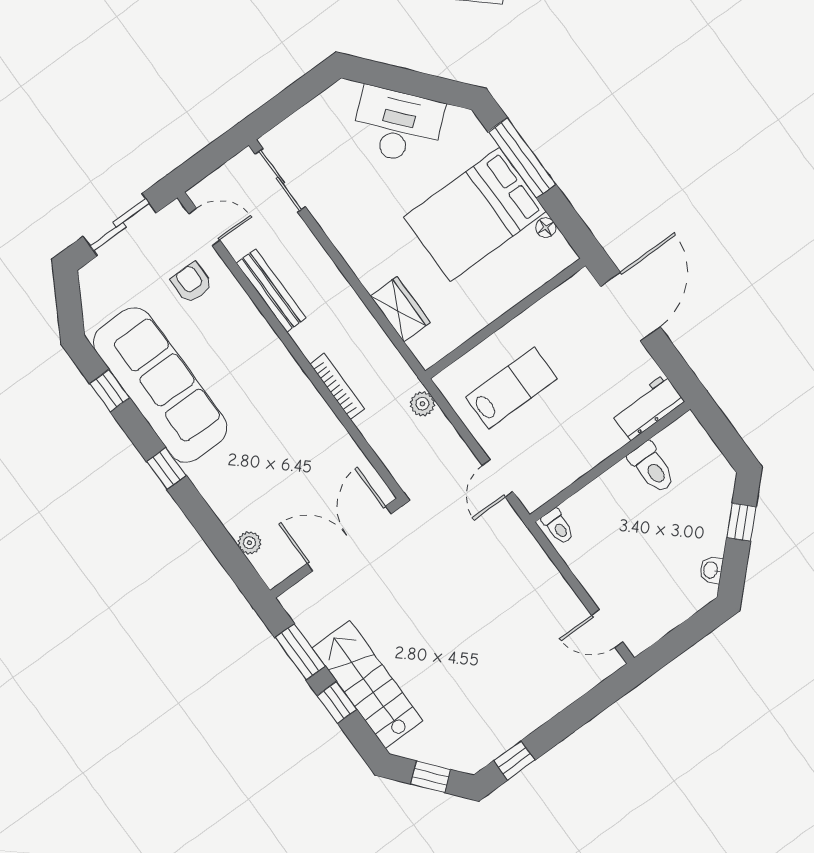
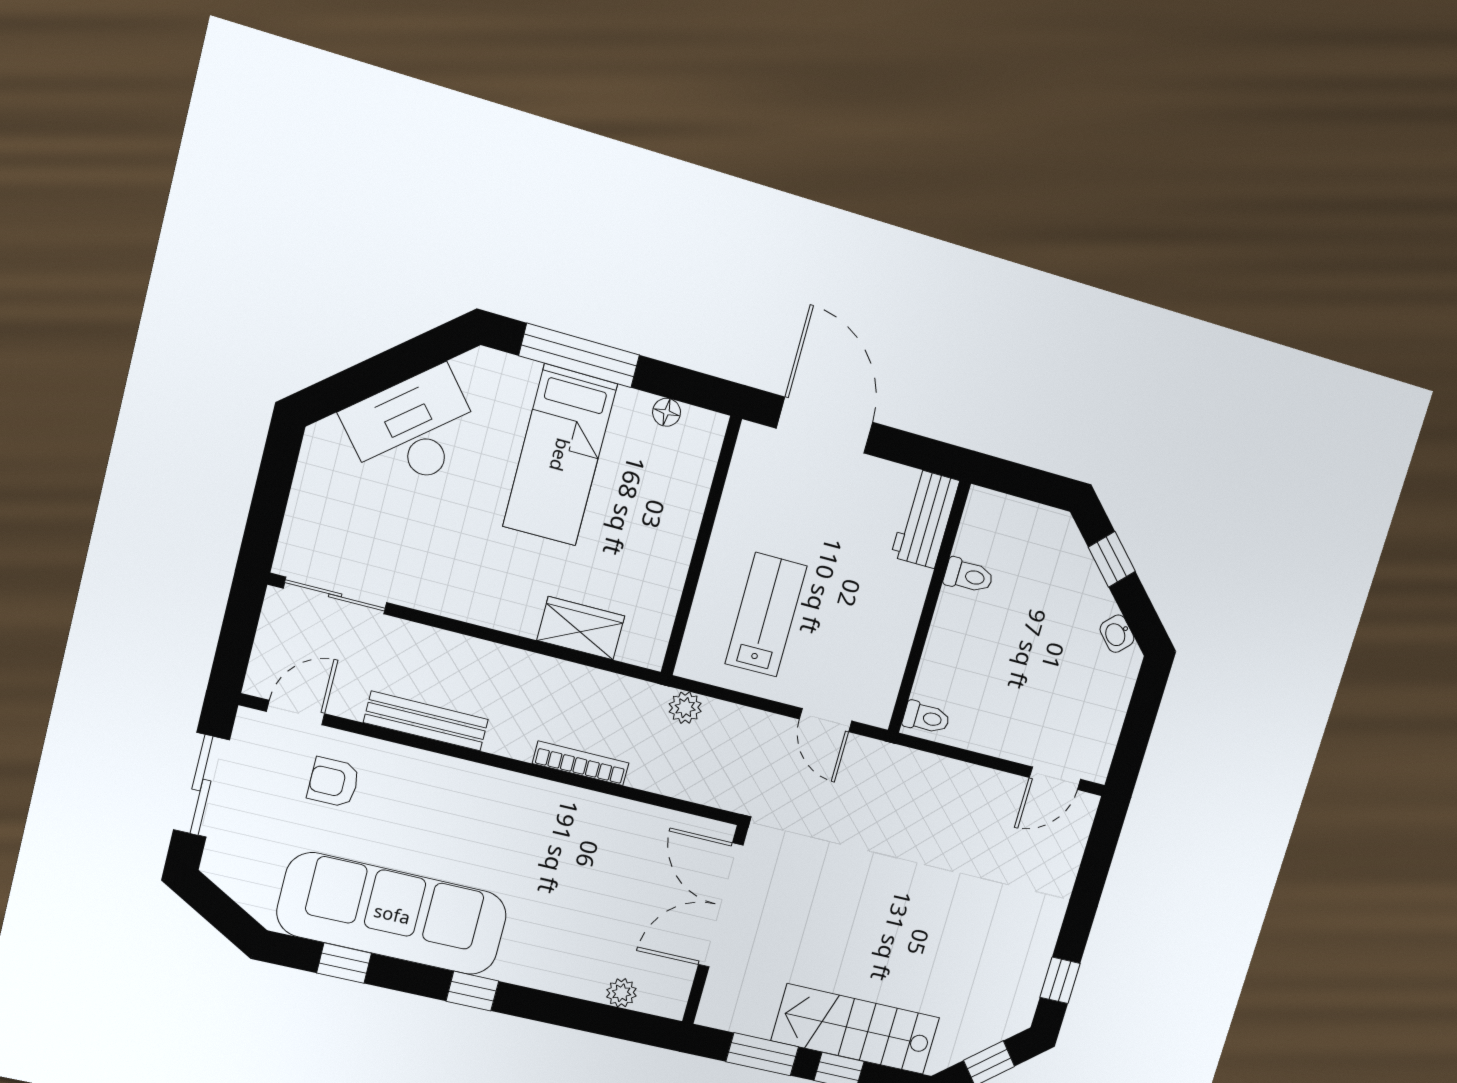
bed: (475, 214) -> (560, 455), width x0.67
toilet: (652, 468) -> (969, 576), width x0.73, depth x0.72

